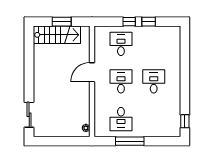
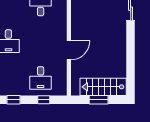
window: (129, 22) -> (44, 100), moved
desk: (121, 81) -> (41, 41), removed

